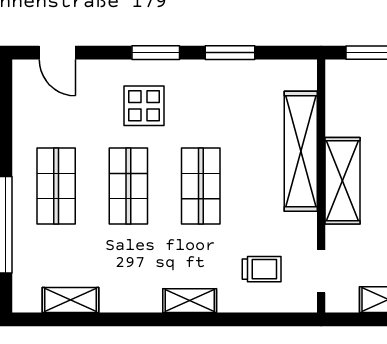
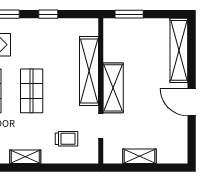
window: (230, 53) -> (48, 14), width x0.67
doorway: (321, 271) -> (101, 126), moved

